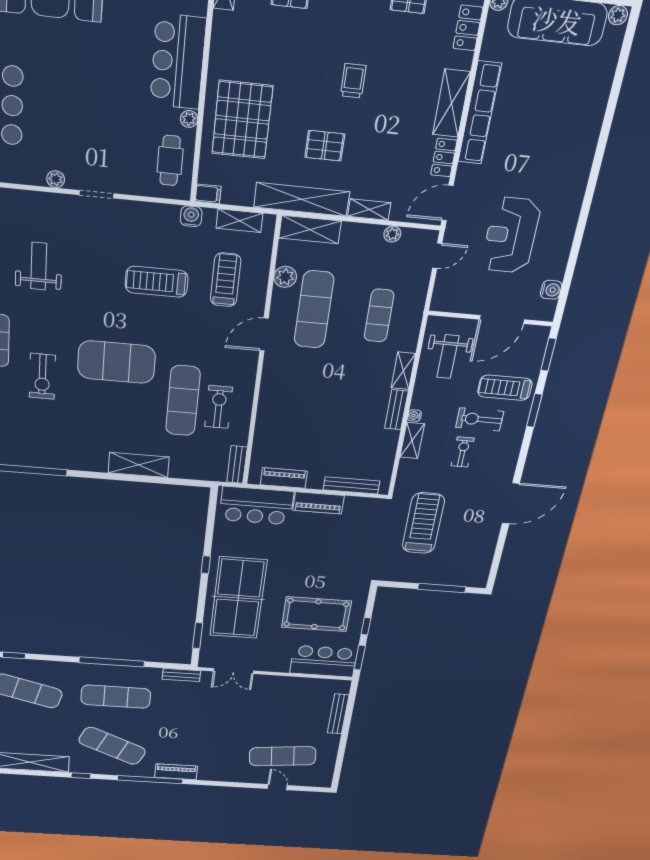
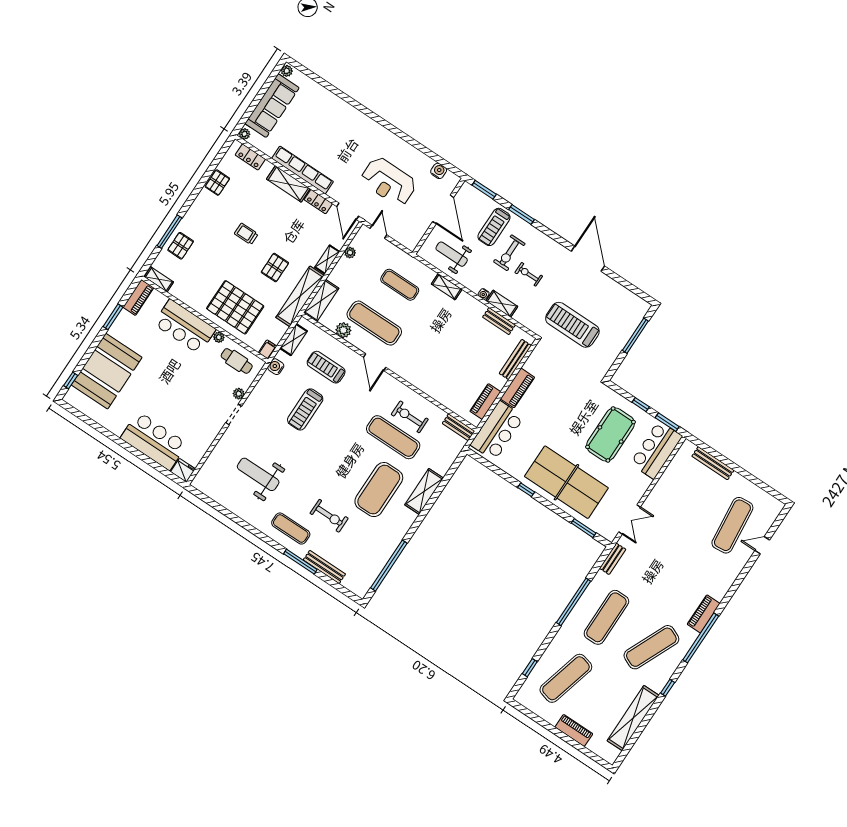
plant: (56, 179) -> (239, 394), moved
weight bench: (39, 266) -> (258, 474), width x1.36, depth x1.33
weight bench: (448, 357) -> (452, 254), turned 180
exercise mat: (116, 362) -> (379, 490), moved
bench: (396, 410) -> (499, 321), moved

